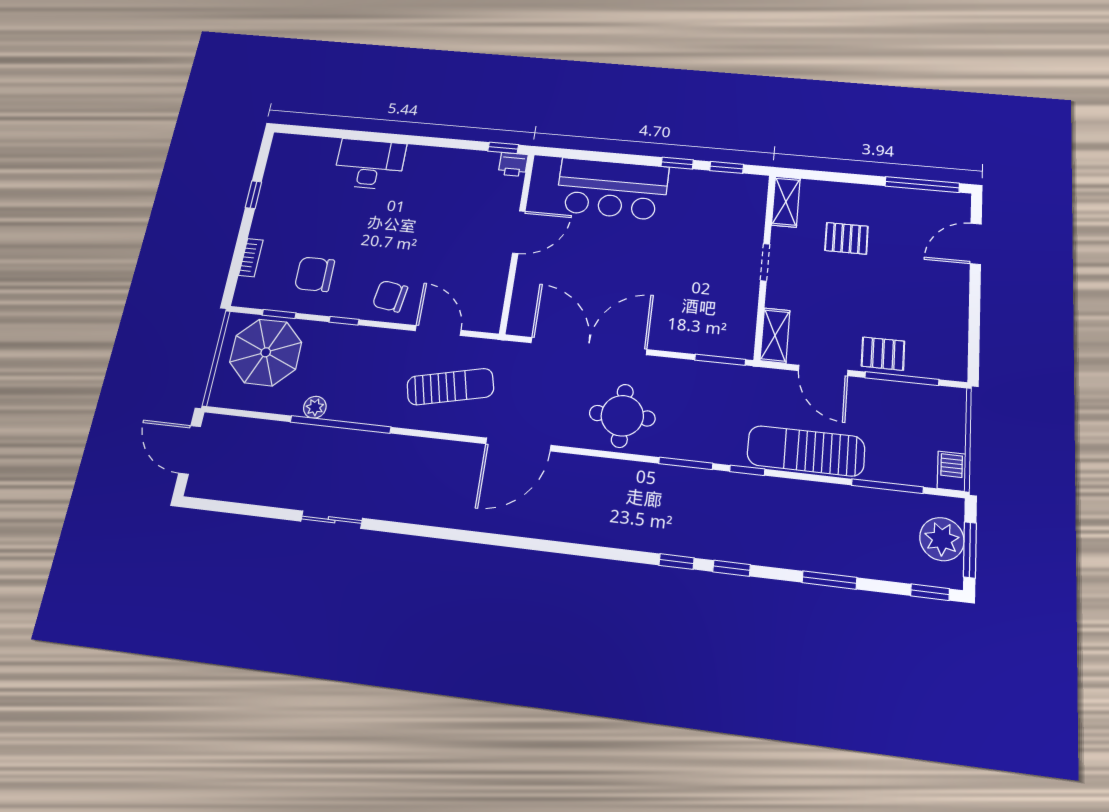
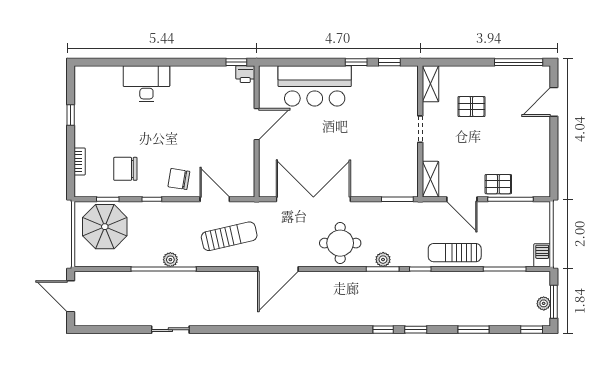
plant: (315, 407) -> (170, 260), moved
plant: (688, 449) -> (383, 260), added
sun lounger: (806, 451) -> (455, 253), width x0.73, depth x0.75
plant: (942, 539) -> (544, 303), width x0.53, depth x0.53

